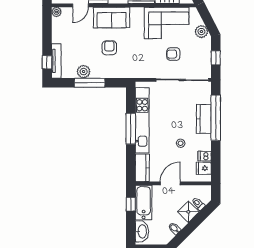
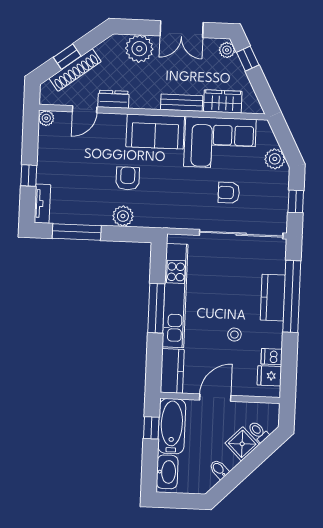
sofa: (112, 18) -> (155, 132), moved
tv unit: (56, 61) -> (42, 204), width x0.71
window: (47, 62) -> (29, 176), moved
plant: (84, 72) -> (123, 216), moved
window: (90, 83) -> (77, 232), moved

